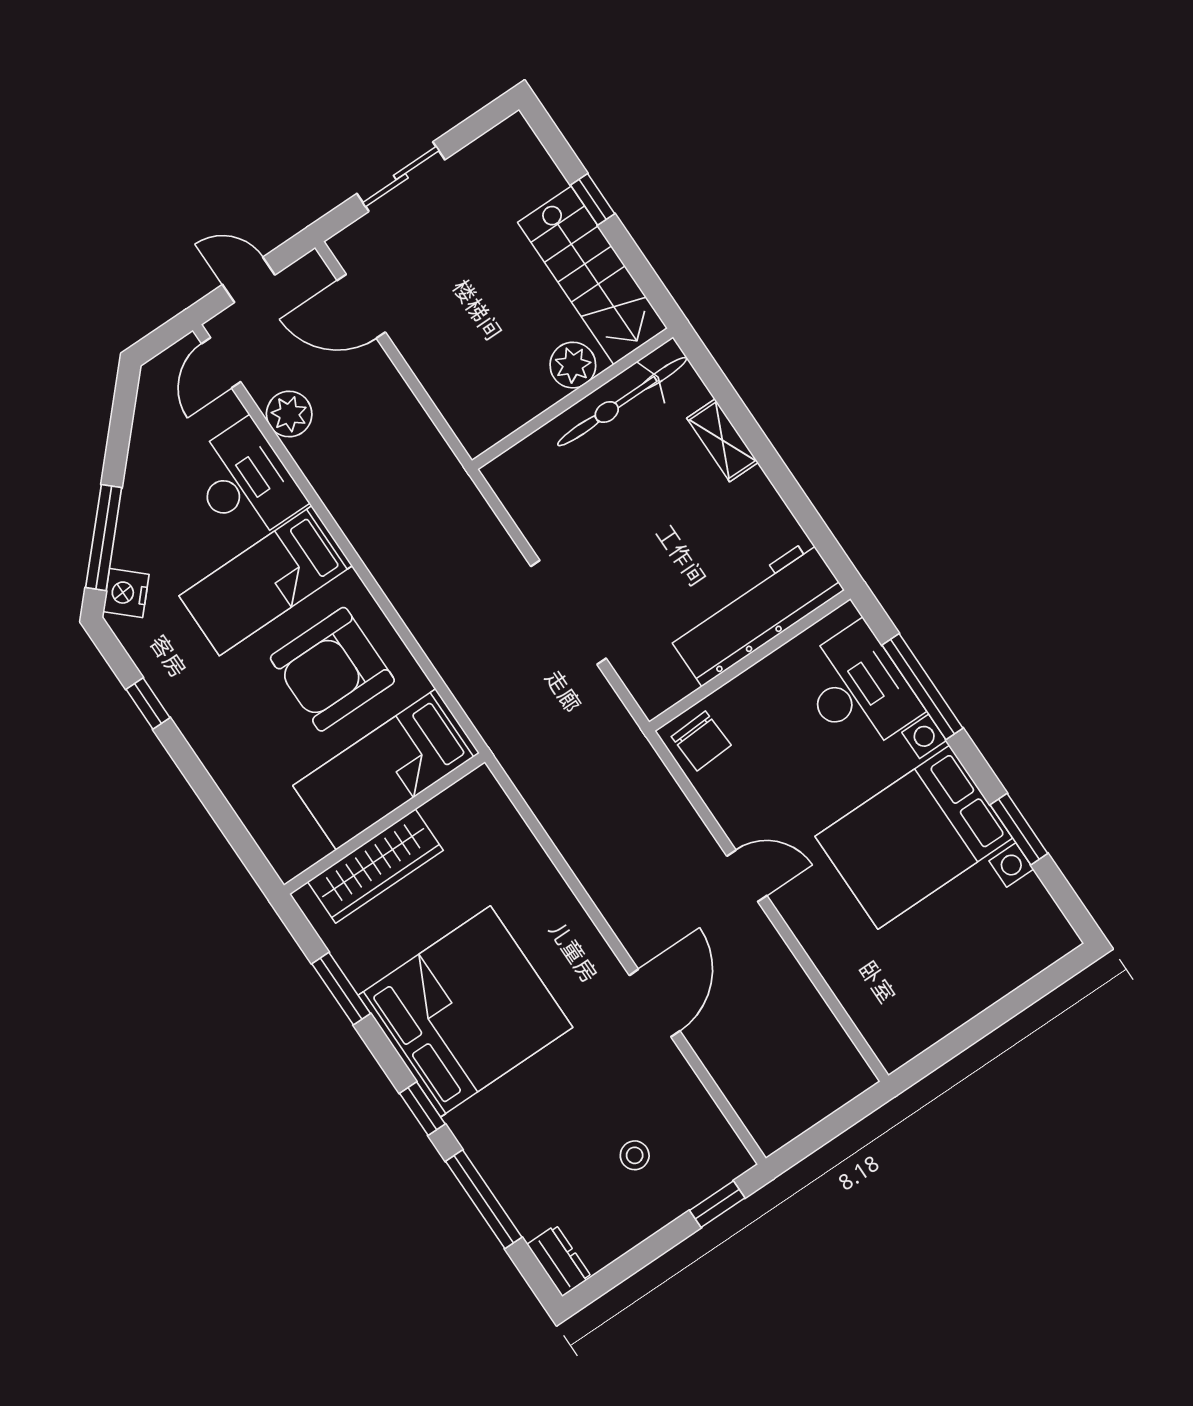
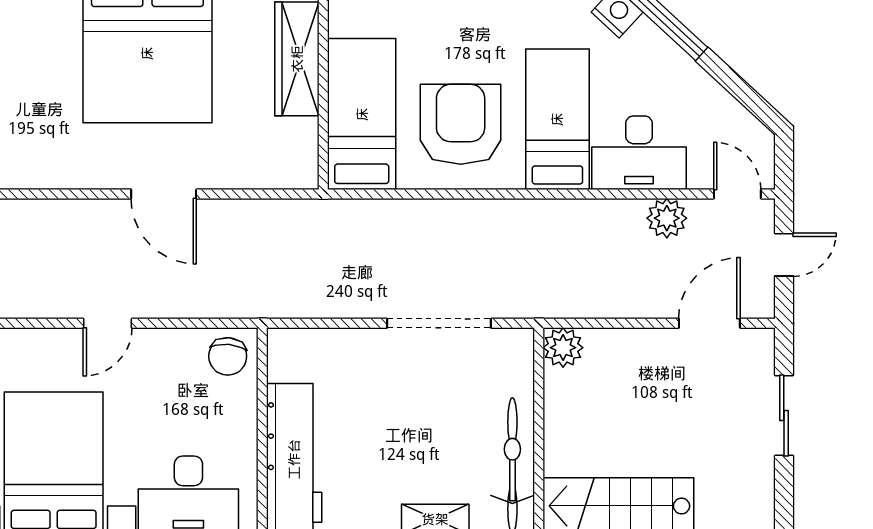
plant: (573, 365) -> (563, 348), moved
doorway: (568, 612) -> (439, 323), moved
chair: (701, 741) -> (228, 356), turned -82
door: (655, 1003) -> (164, 194), moved

